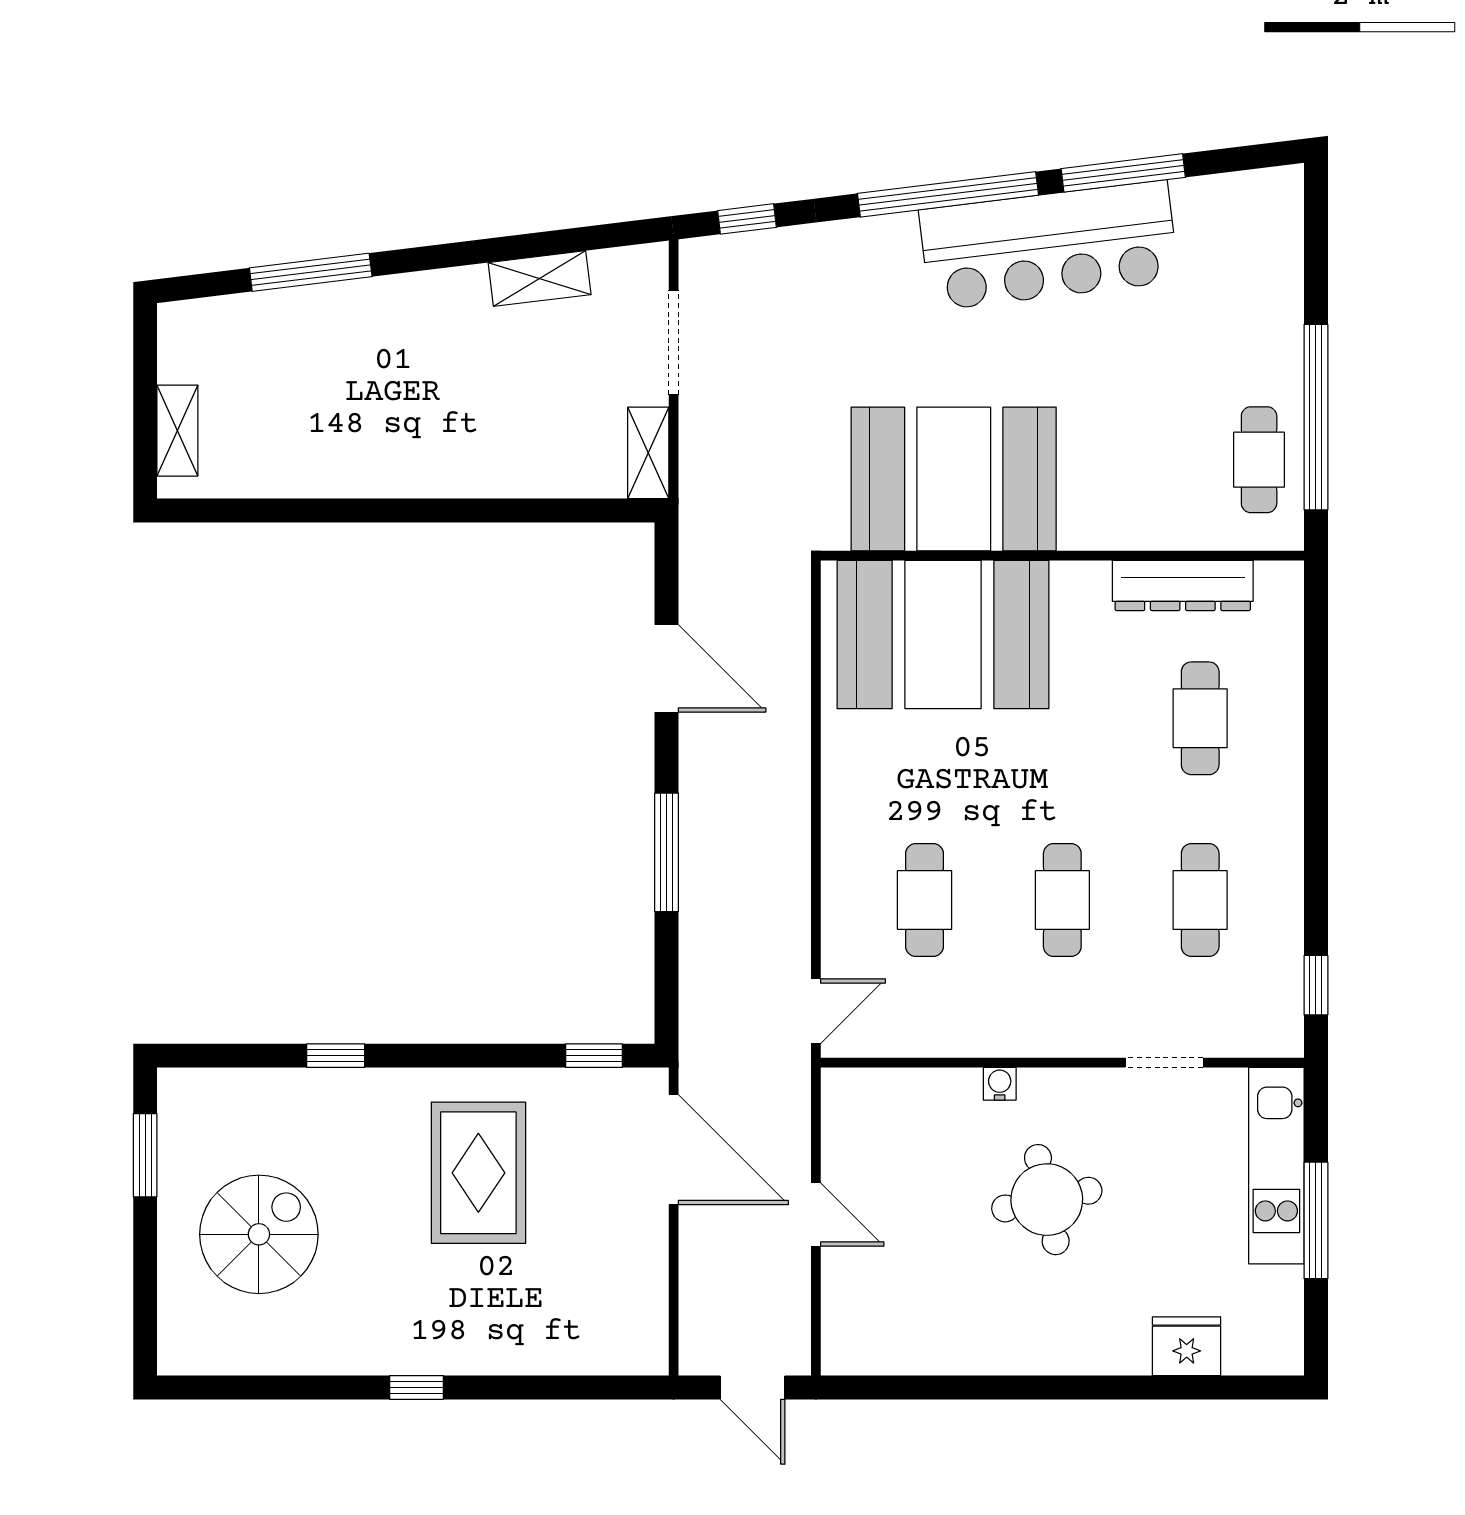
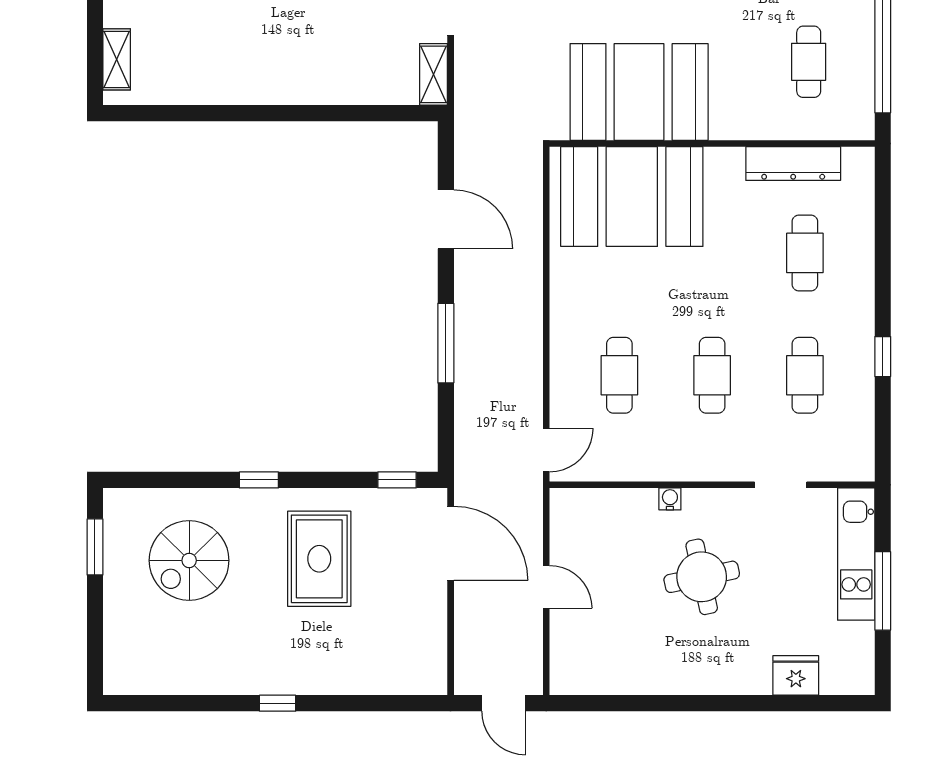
cafe table: (1259, 460) -> (809, 62), moved
window: (1316, 985) -> (883, 357), moved
window: (336, 1056) -> (259, 480), moved
spiral stairs: (259, 1234) -> (189, 560), moved, turned 180

